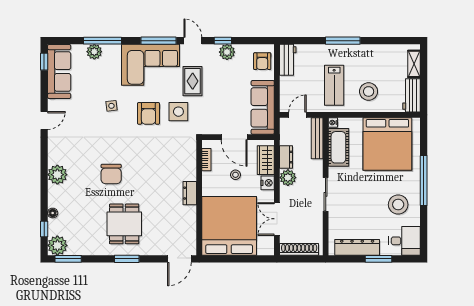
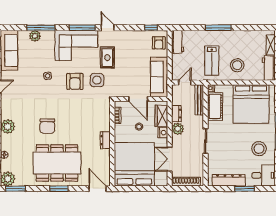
window: (223, 41) -> (151, 28), moved
plant: (227, 52) -> (133, 36), removed
dining table: (124, 224) -> (57, 163), width x1.88, depth x1.24
door: (179, 259) -> (98, 189), swing flipped

